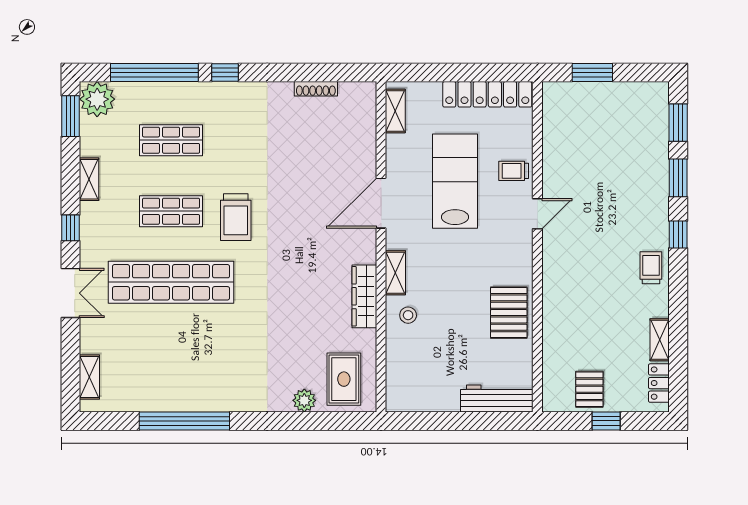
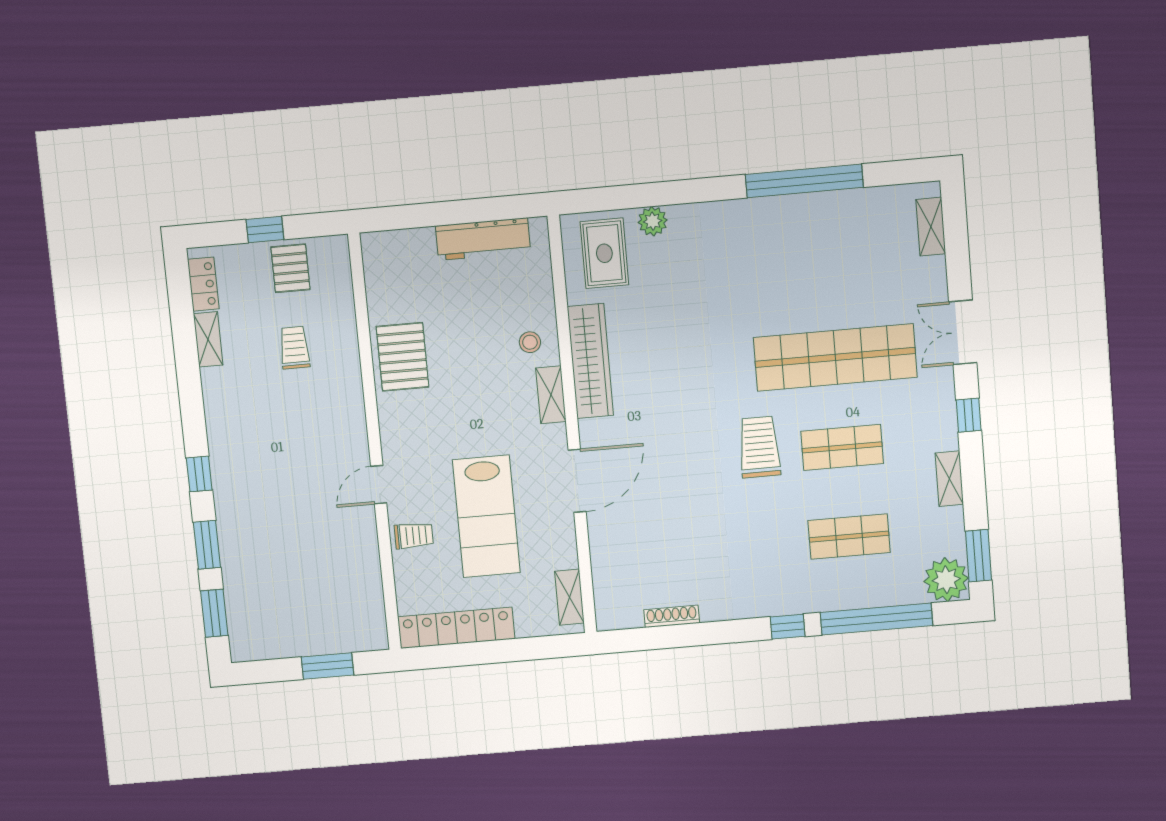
trolley: (651, 268) -> (294, 348), moved, turned 180
wardrobe: (364, 296) -> (590, 361), width x1.40, depth x1.17
workbench: (497, 398) -> (483, 239), moved

